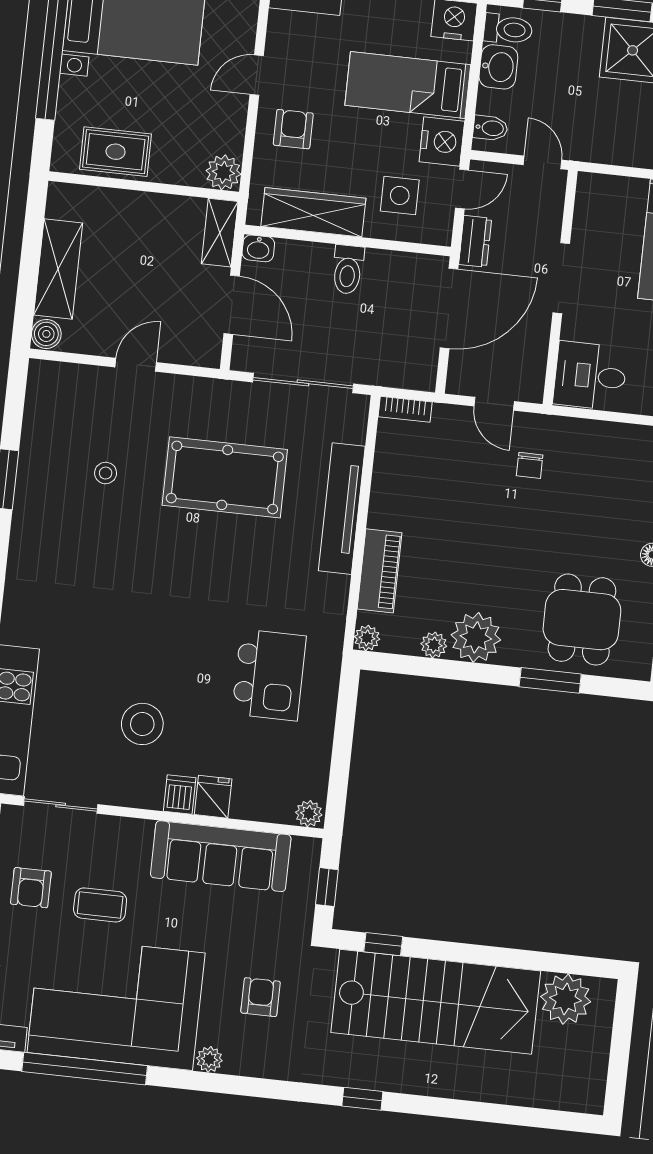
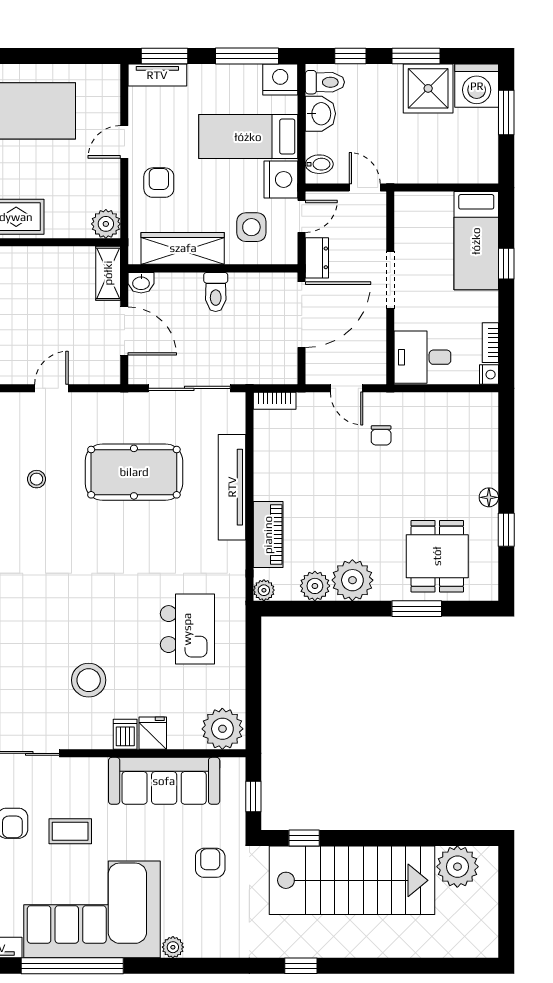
plant: (434, 645) -> (315, 586), width x1.38, depth x1.38
plant: (309, 814) -> (222, 729), width x1.88, depth x1.88
armchair: (260, 997) -> (210, 863), moved

